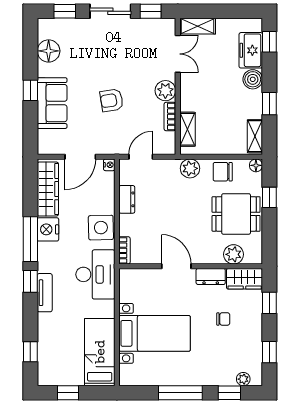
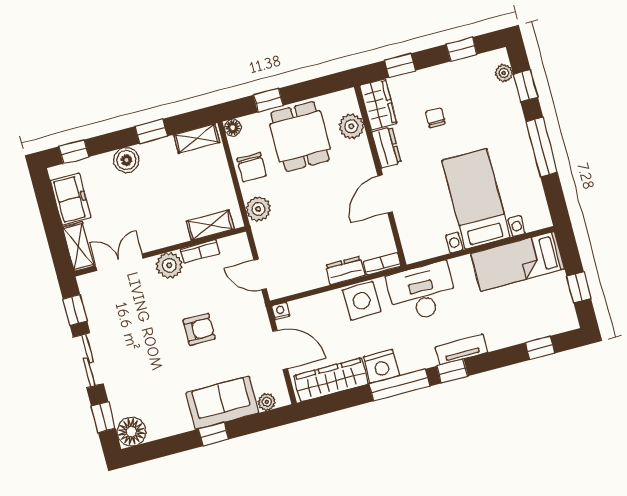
freezer: (251, 50) -> (71, 199), moved, turned -90
floor lamp: (49, 51) -> (131, 432), moved
armchair: (112, 100) -> (199, 329), turned -81
plant: (44, 137) -> (267, 402), added
dresser: (127, 199) -> (345, 270), moved

